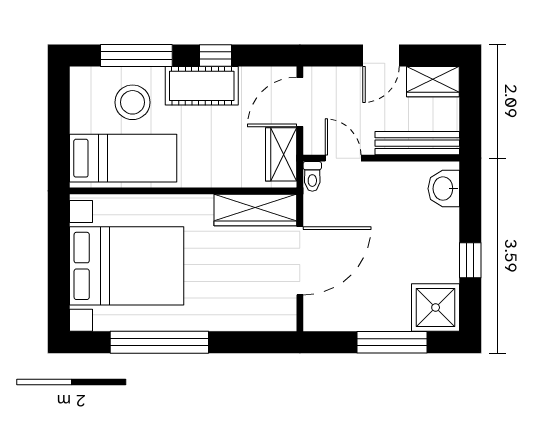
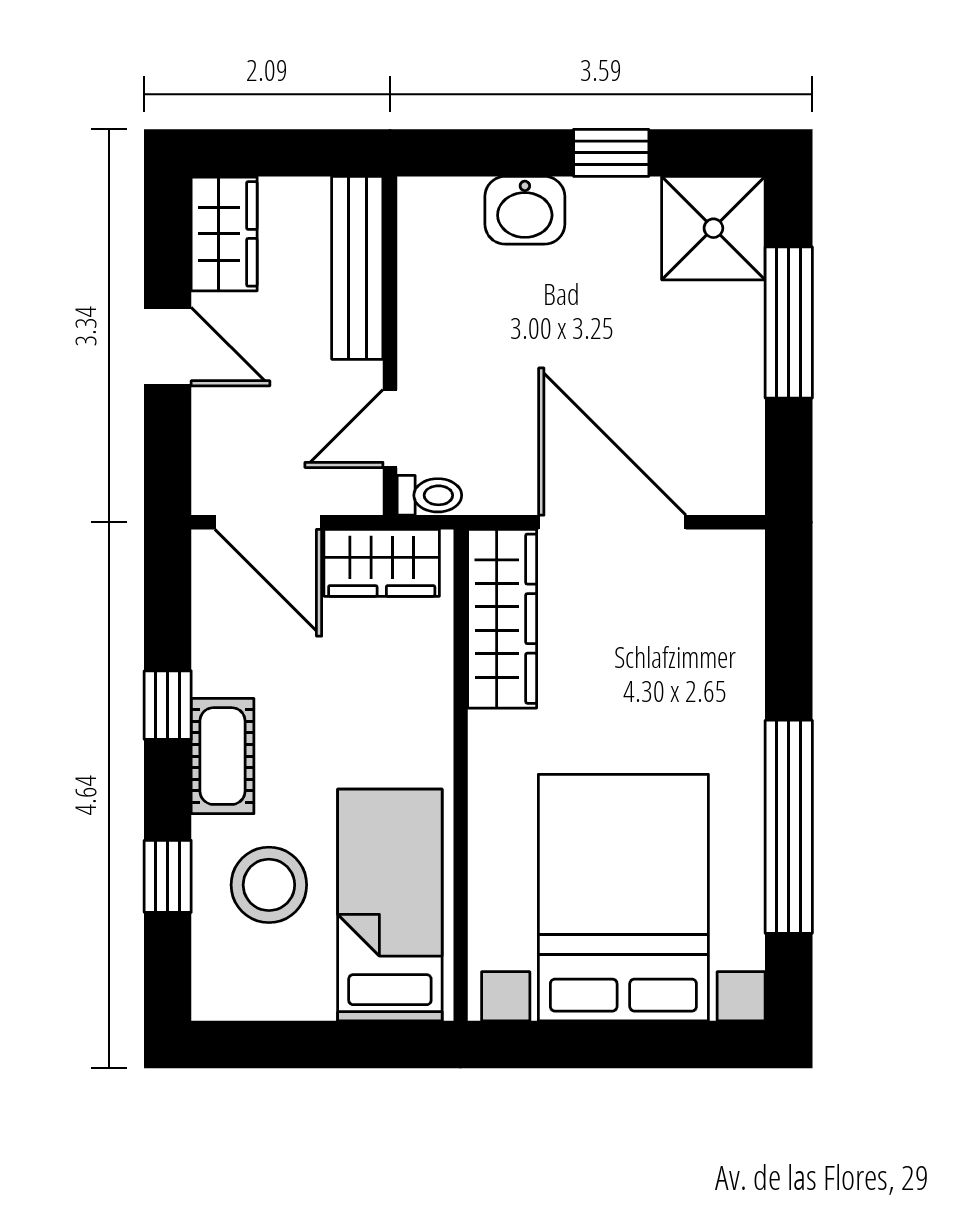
window: (136, 56) -> (168, 876), width x0.46
cot: (202, 86) -> (223, 756), width x0.73, depth x0.75
washbasin: (444, 189) -> (525, 210), moved

